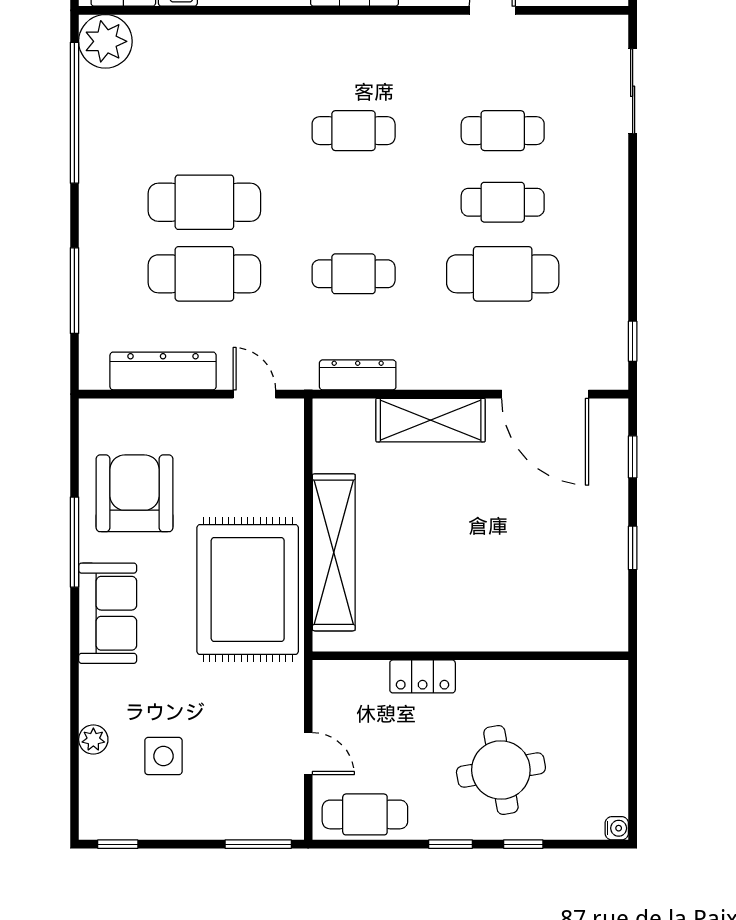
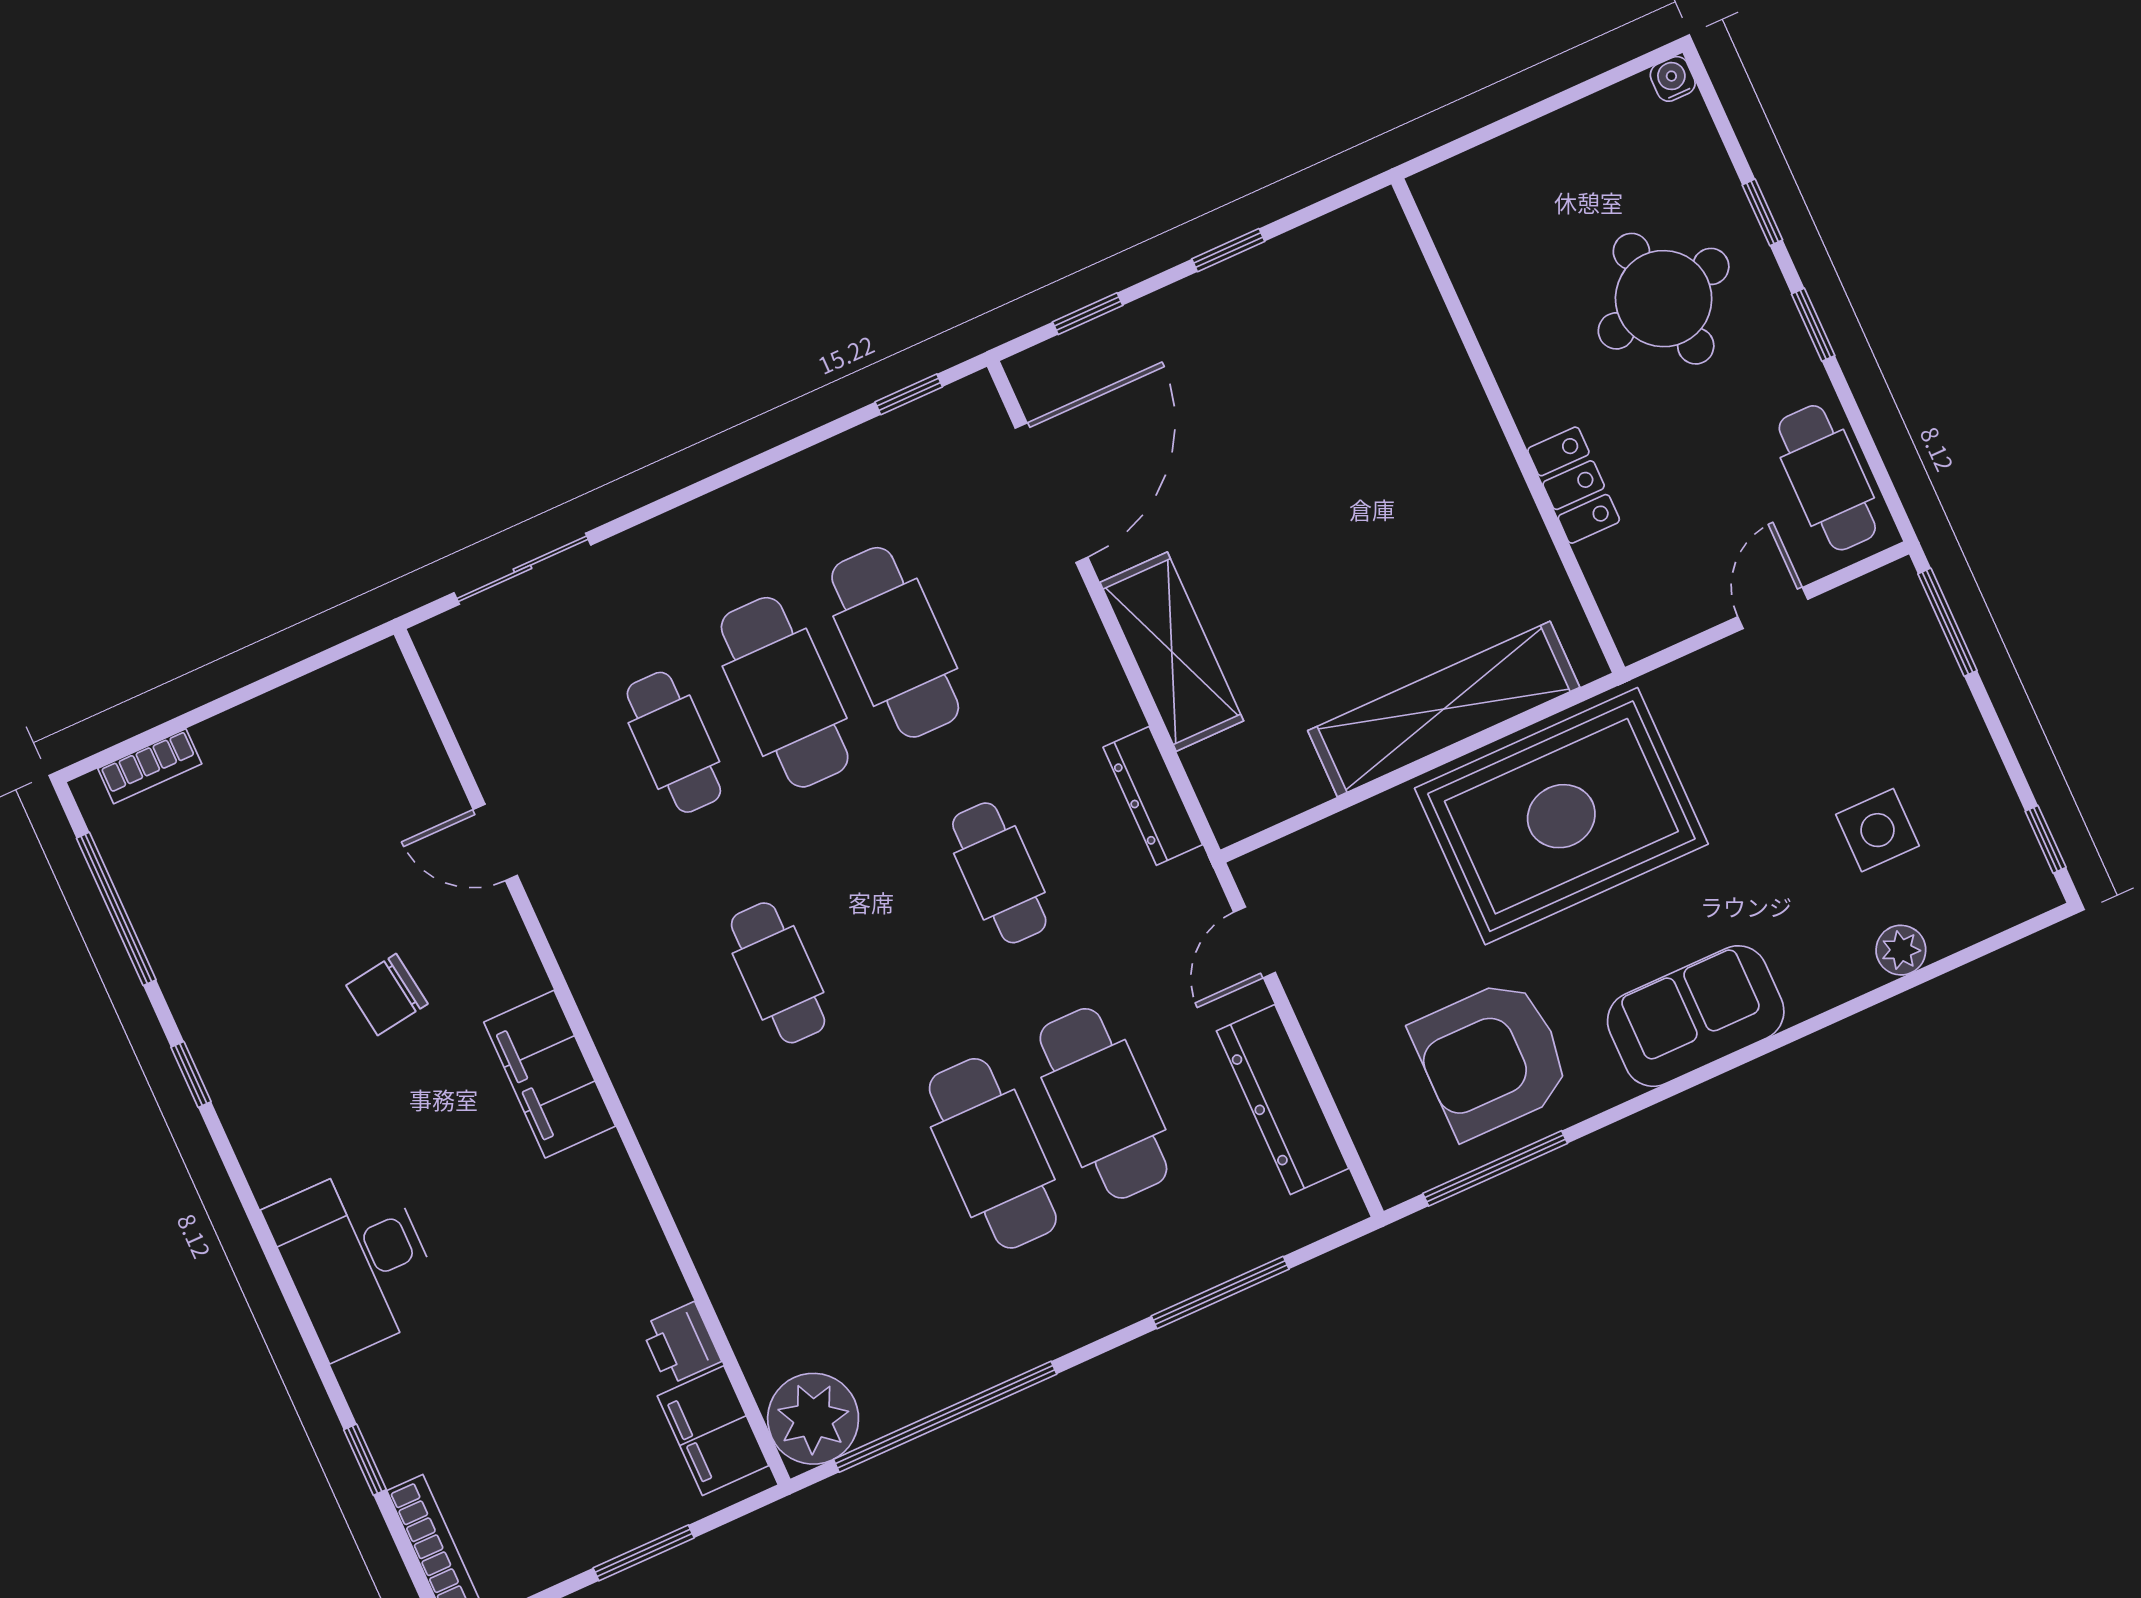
cafe table: (503, 202) -> (785, 692), width x1.37, depth x1.35
window: (74, 542) -> (1495, 1168), moved

